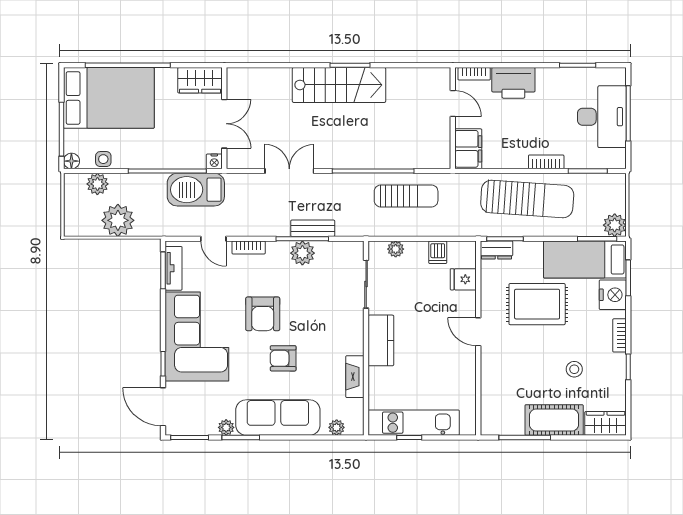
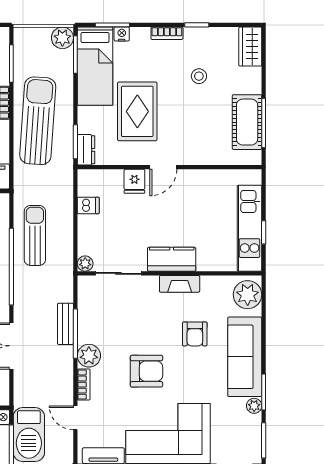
door: (213, 239) -> (75, 418), swing flipped
plant: (396, 249) -> (85, 264), moved
plant: (302, 253) -> (89, 356), moved
fridge: (463, 279) -> (134, 181), moved
nightstand: (613, 295) -> (122, 34), width x0.53, depth x0.56
armchair: (283, 358) -> (195, 334), moved
fireplace: (355, 377) -> (180, 284), moved
cot: (554, 420) -> (247, 122), moved
plant: (337, 427) -> (248, 295), width x1.87, depth x1.87

